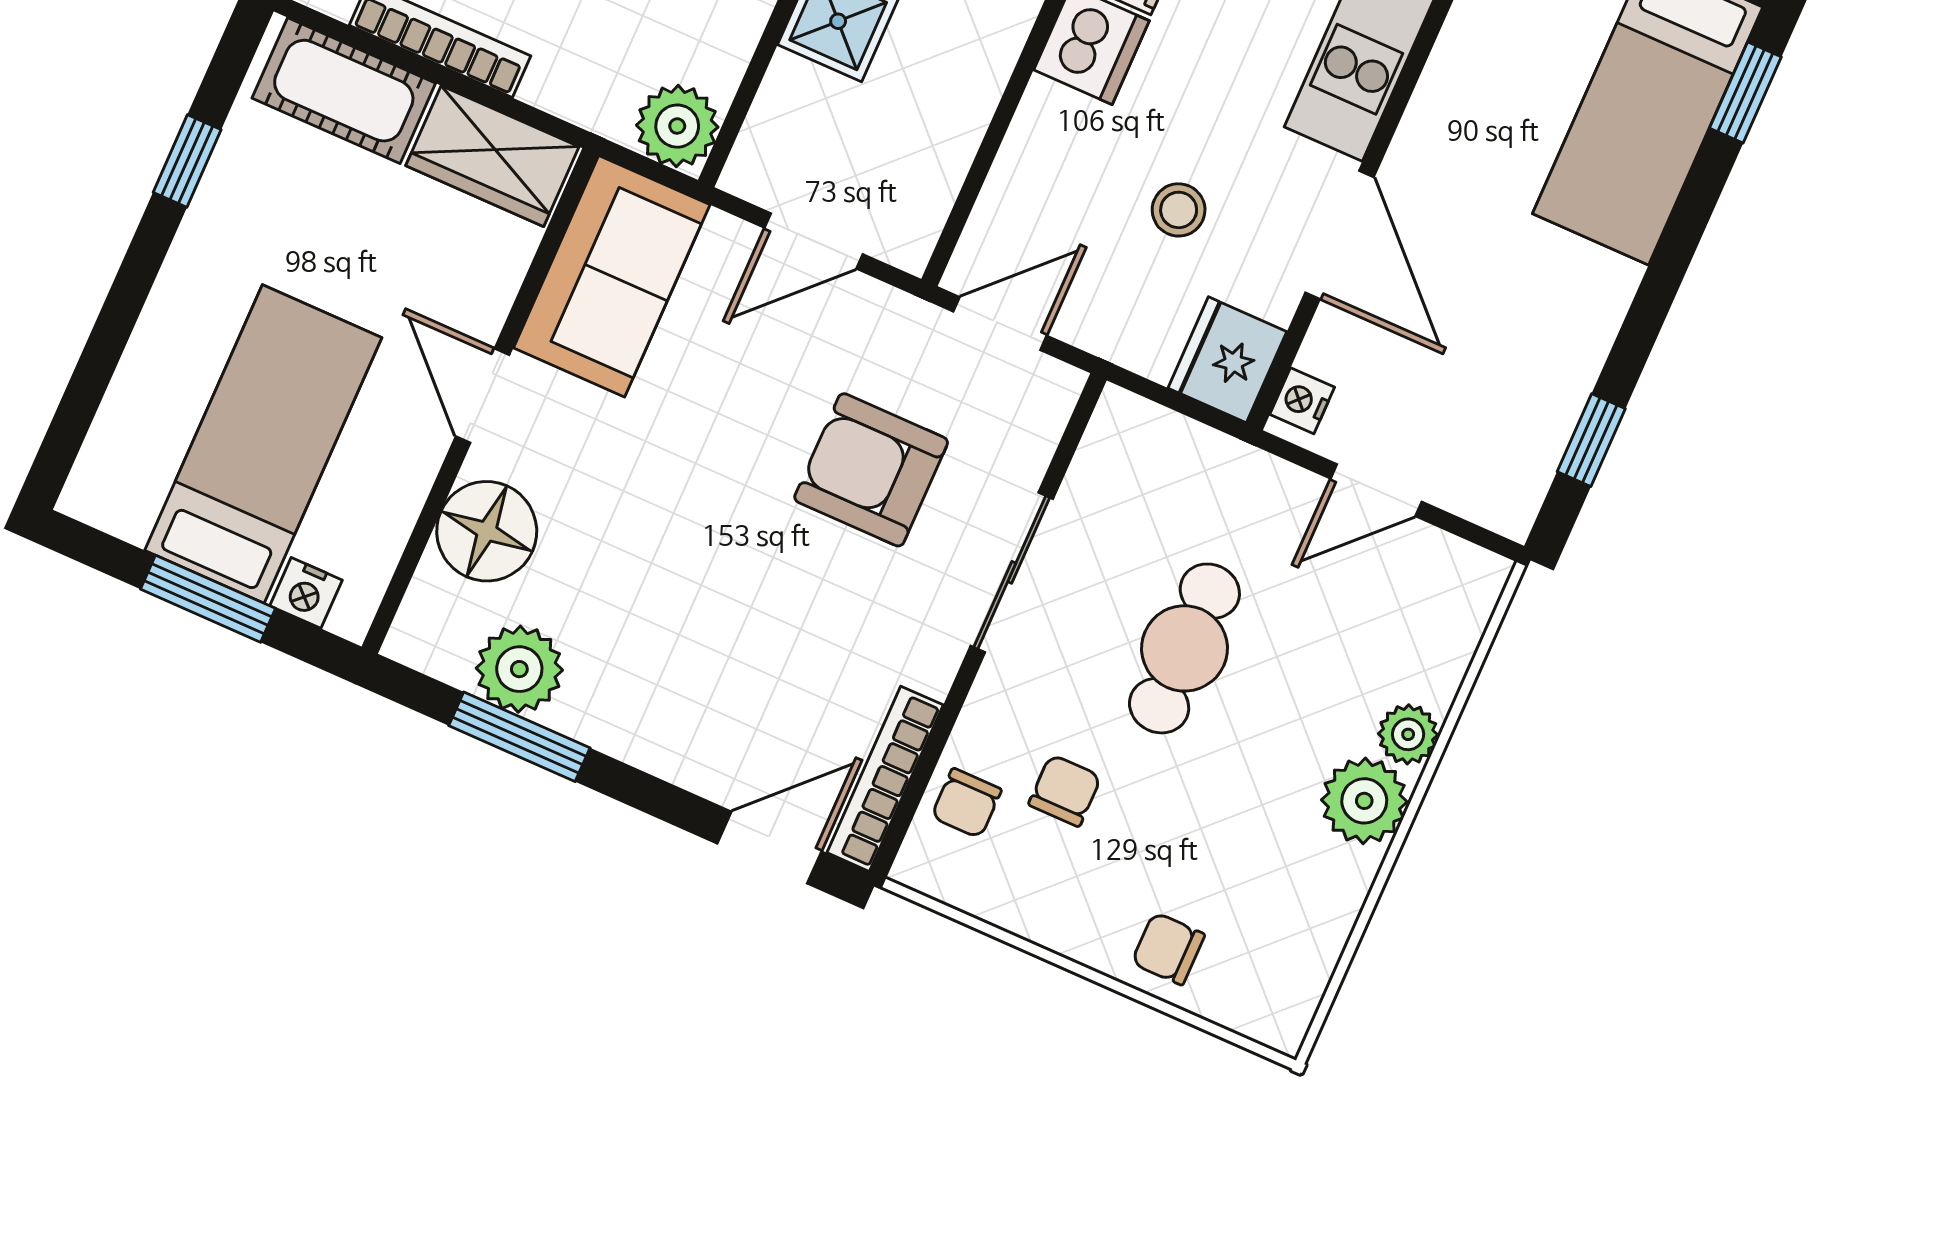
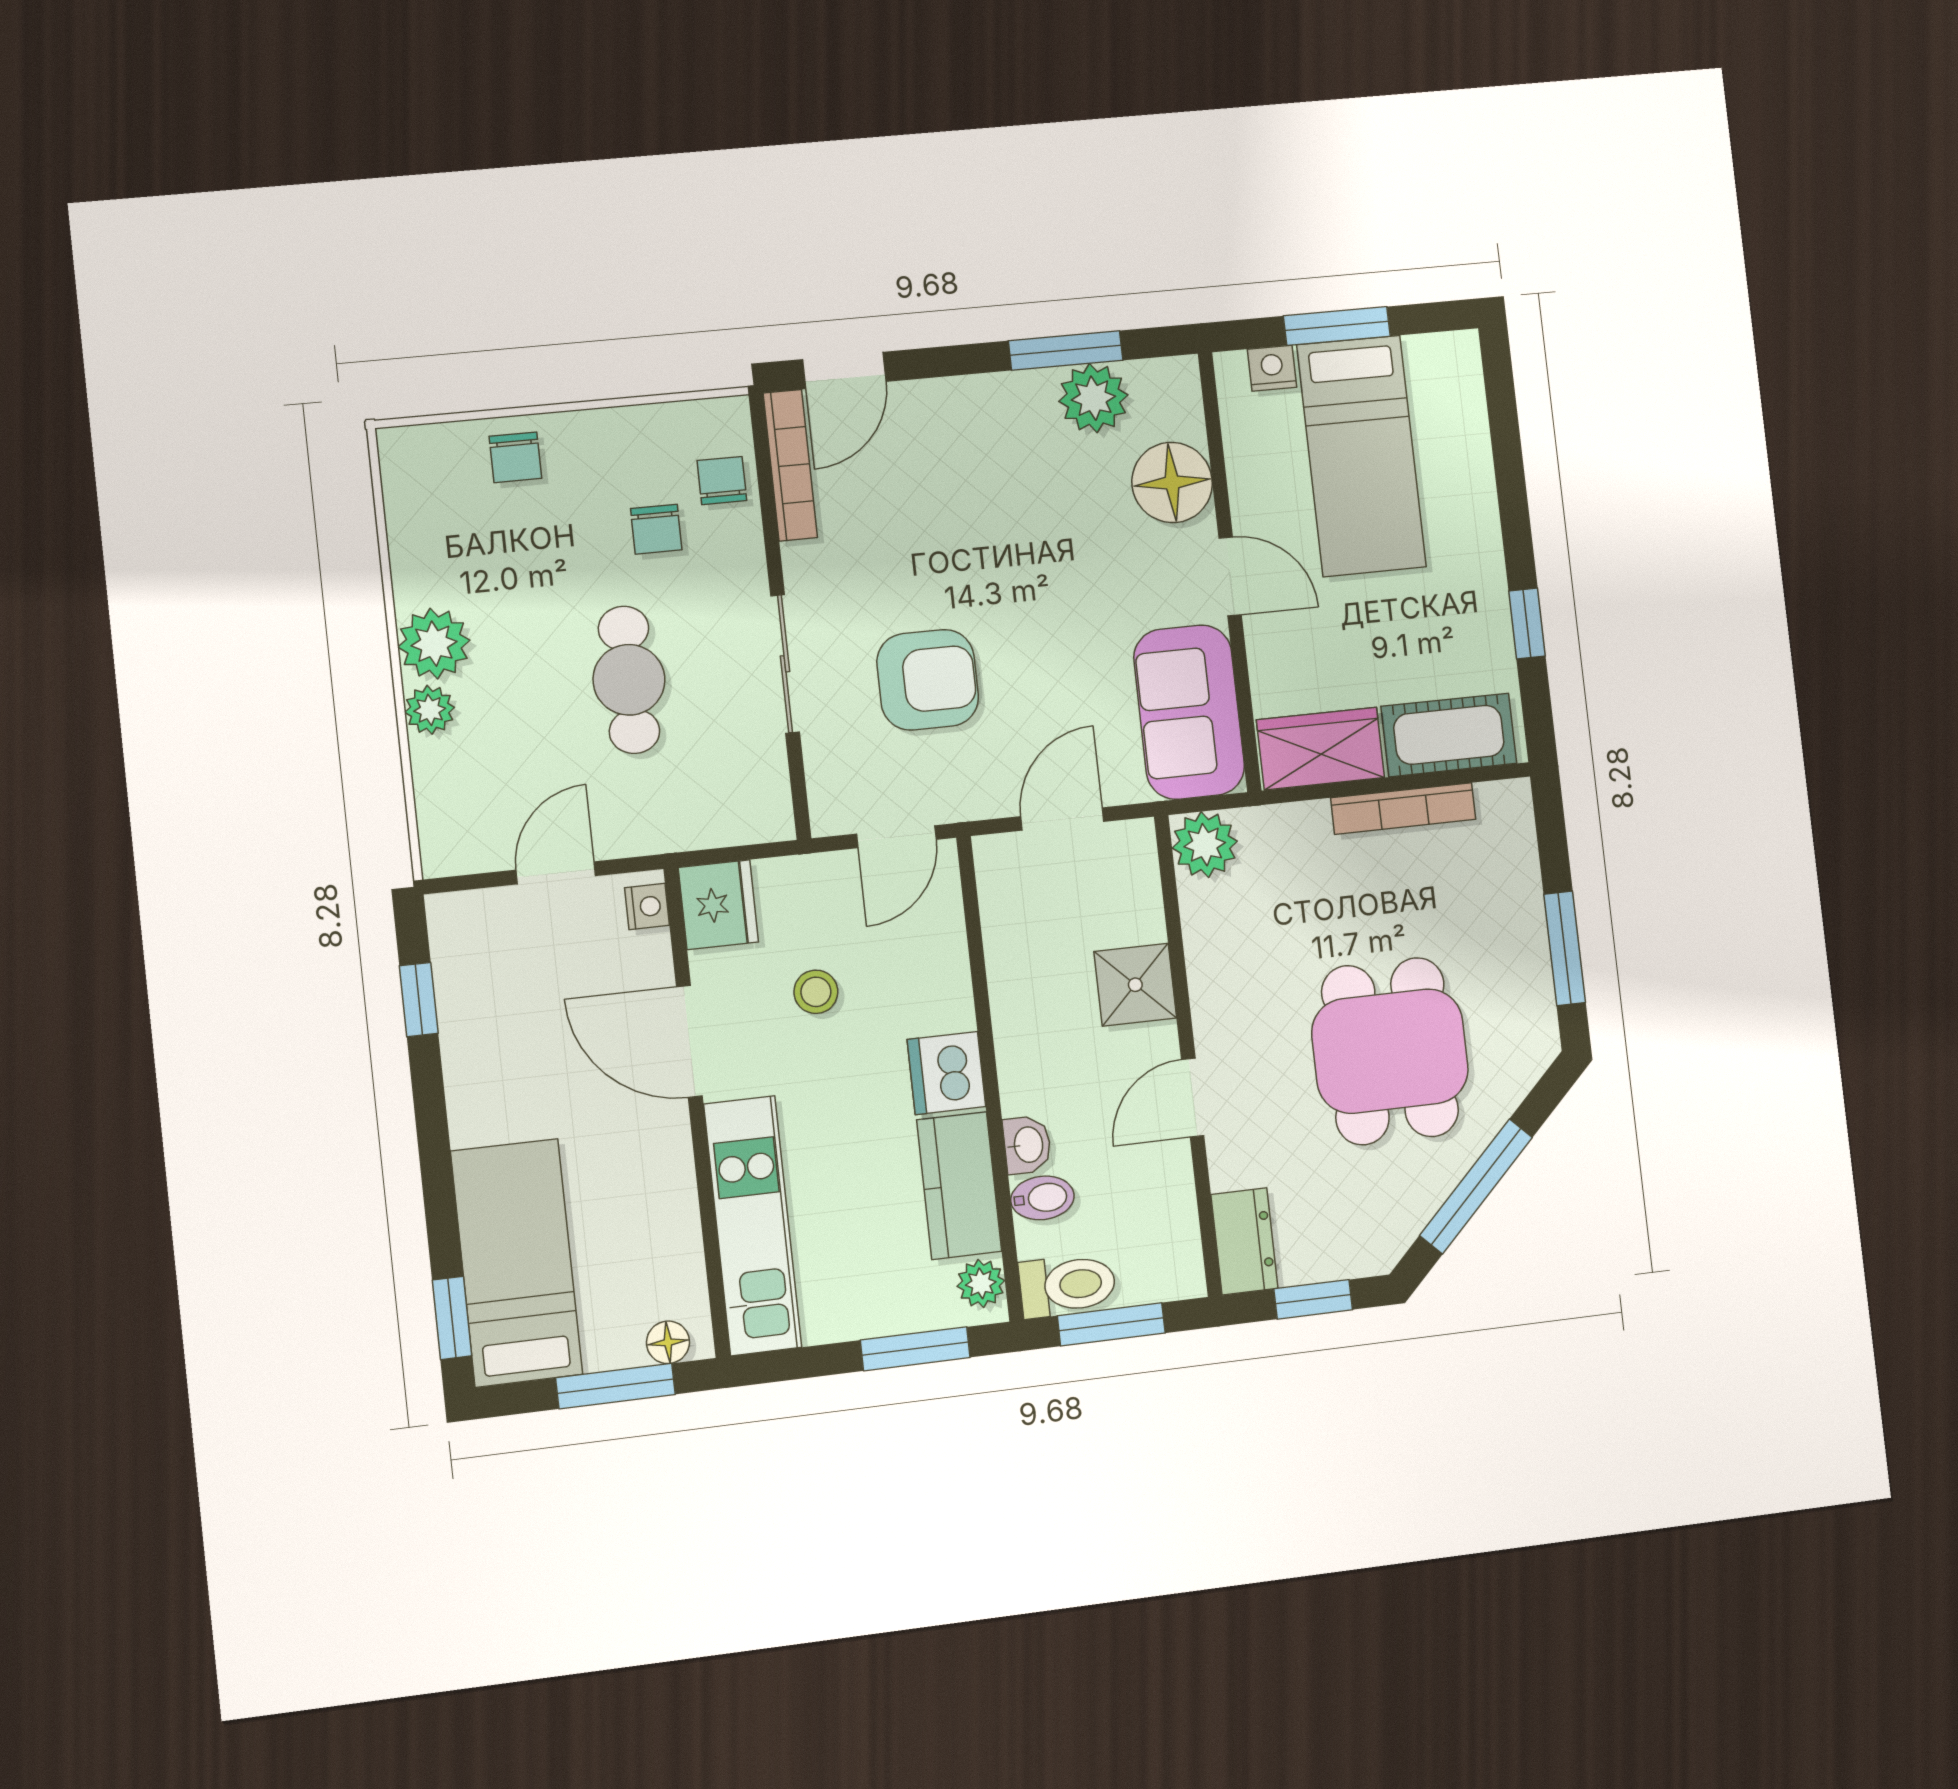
chair: (1168, 949) -> (515, 457), turned 90

